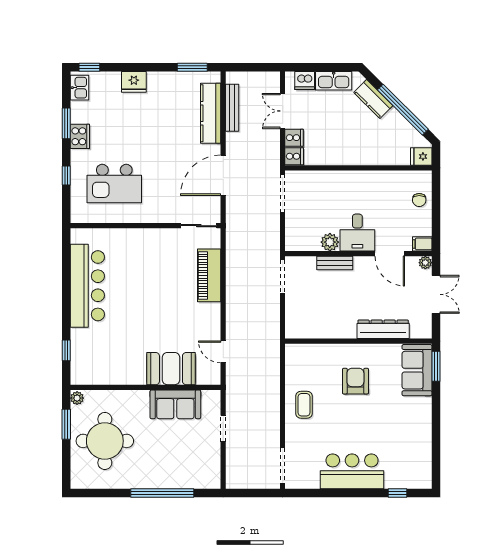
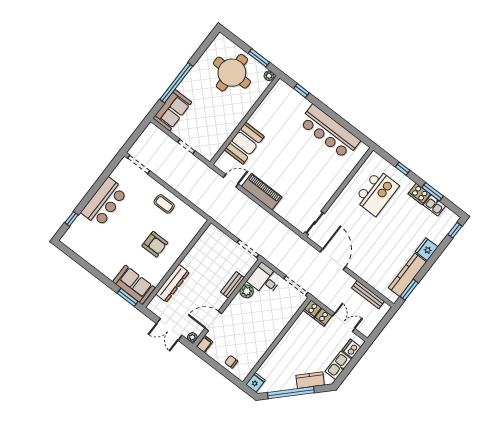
kitchen sink: (80, 88) -> (434, 205), moved
kitchen counter: (211, 113) -> (407, 275), moved, turned -90
kitchen island: (114, 184) -> (377, 193), turned 180
desk: (357, 233) -> (264, 280), moved
piano: (209, 275) -> (262, 192), moved
sofa: (175, 404) -> (172, 110), moved, turned 180

